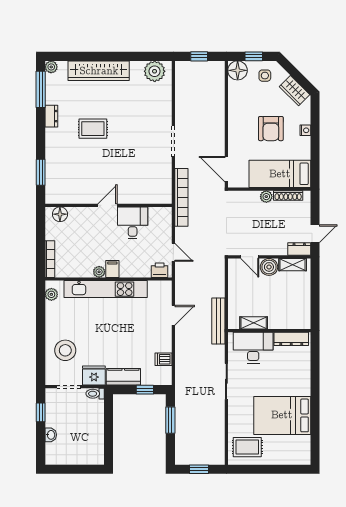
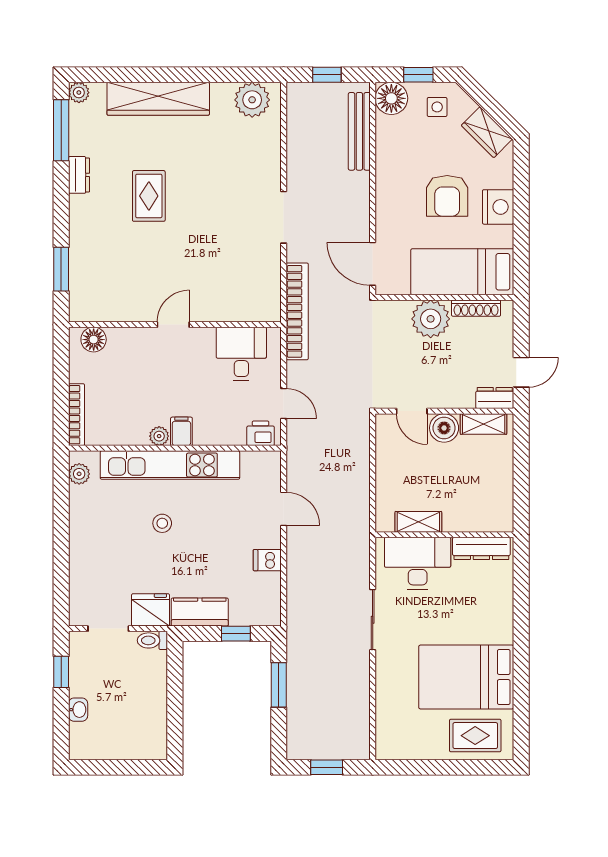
rug: (93, 129) -> (149, 196), turned 90
nightstand: (305, 130) -> (498, 207), width x1.89, depth x1.79
plant: (266, 197) -> (431, 319), width x1.88, depth x1.88
desk: (133, 223) -> (241, 354), moved
door: (173, 315) -> (284, 509), hinge flipped
bench: (218, 321) -> (359, 131), moved
stool: (65, 350) -> (162, 523), moved, width x0.53, depth x0.53
dishwasher: (164, 359) -> (267, 560), moved
rug: (247, 447) -> (475, 736), moved

